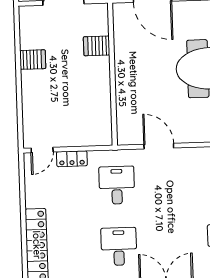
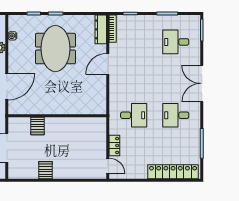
door: (159, 146) -> (108, 64), moved
desk: (117, 185) -> (134, 115), turned 180

